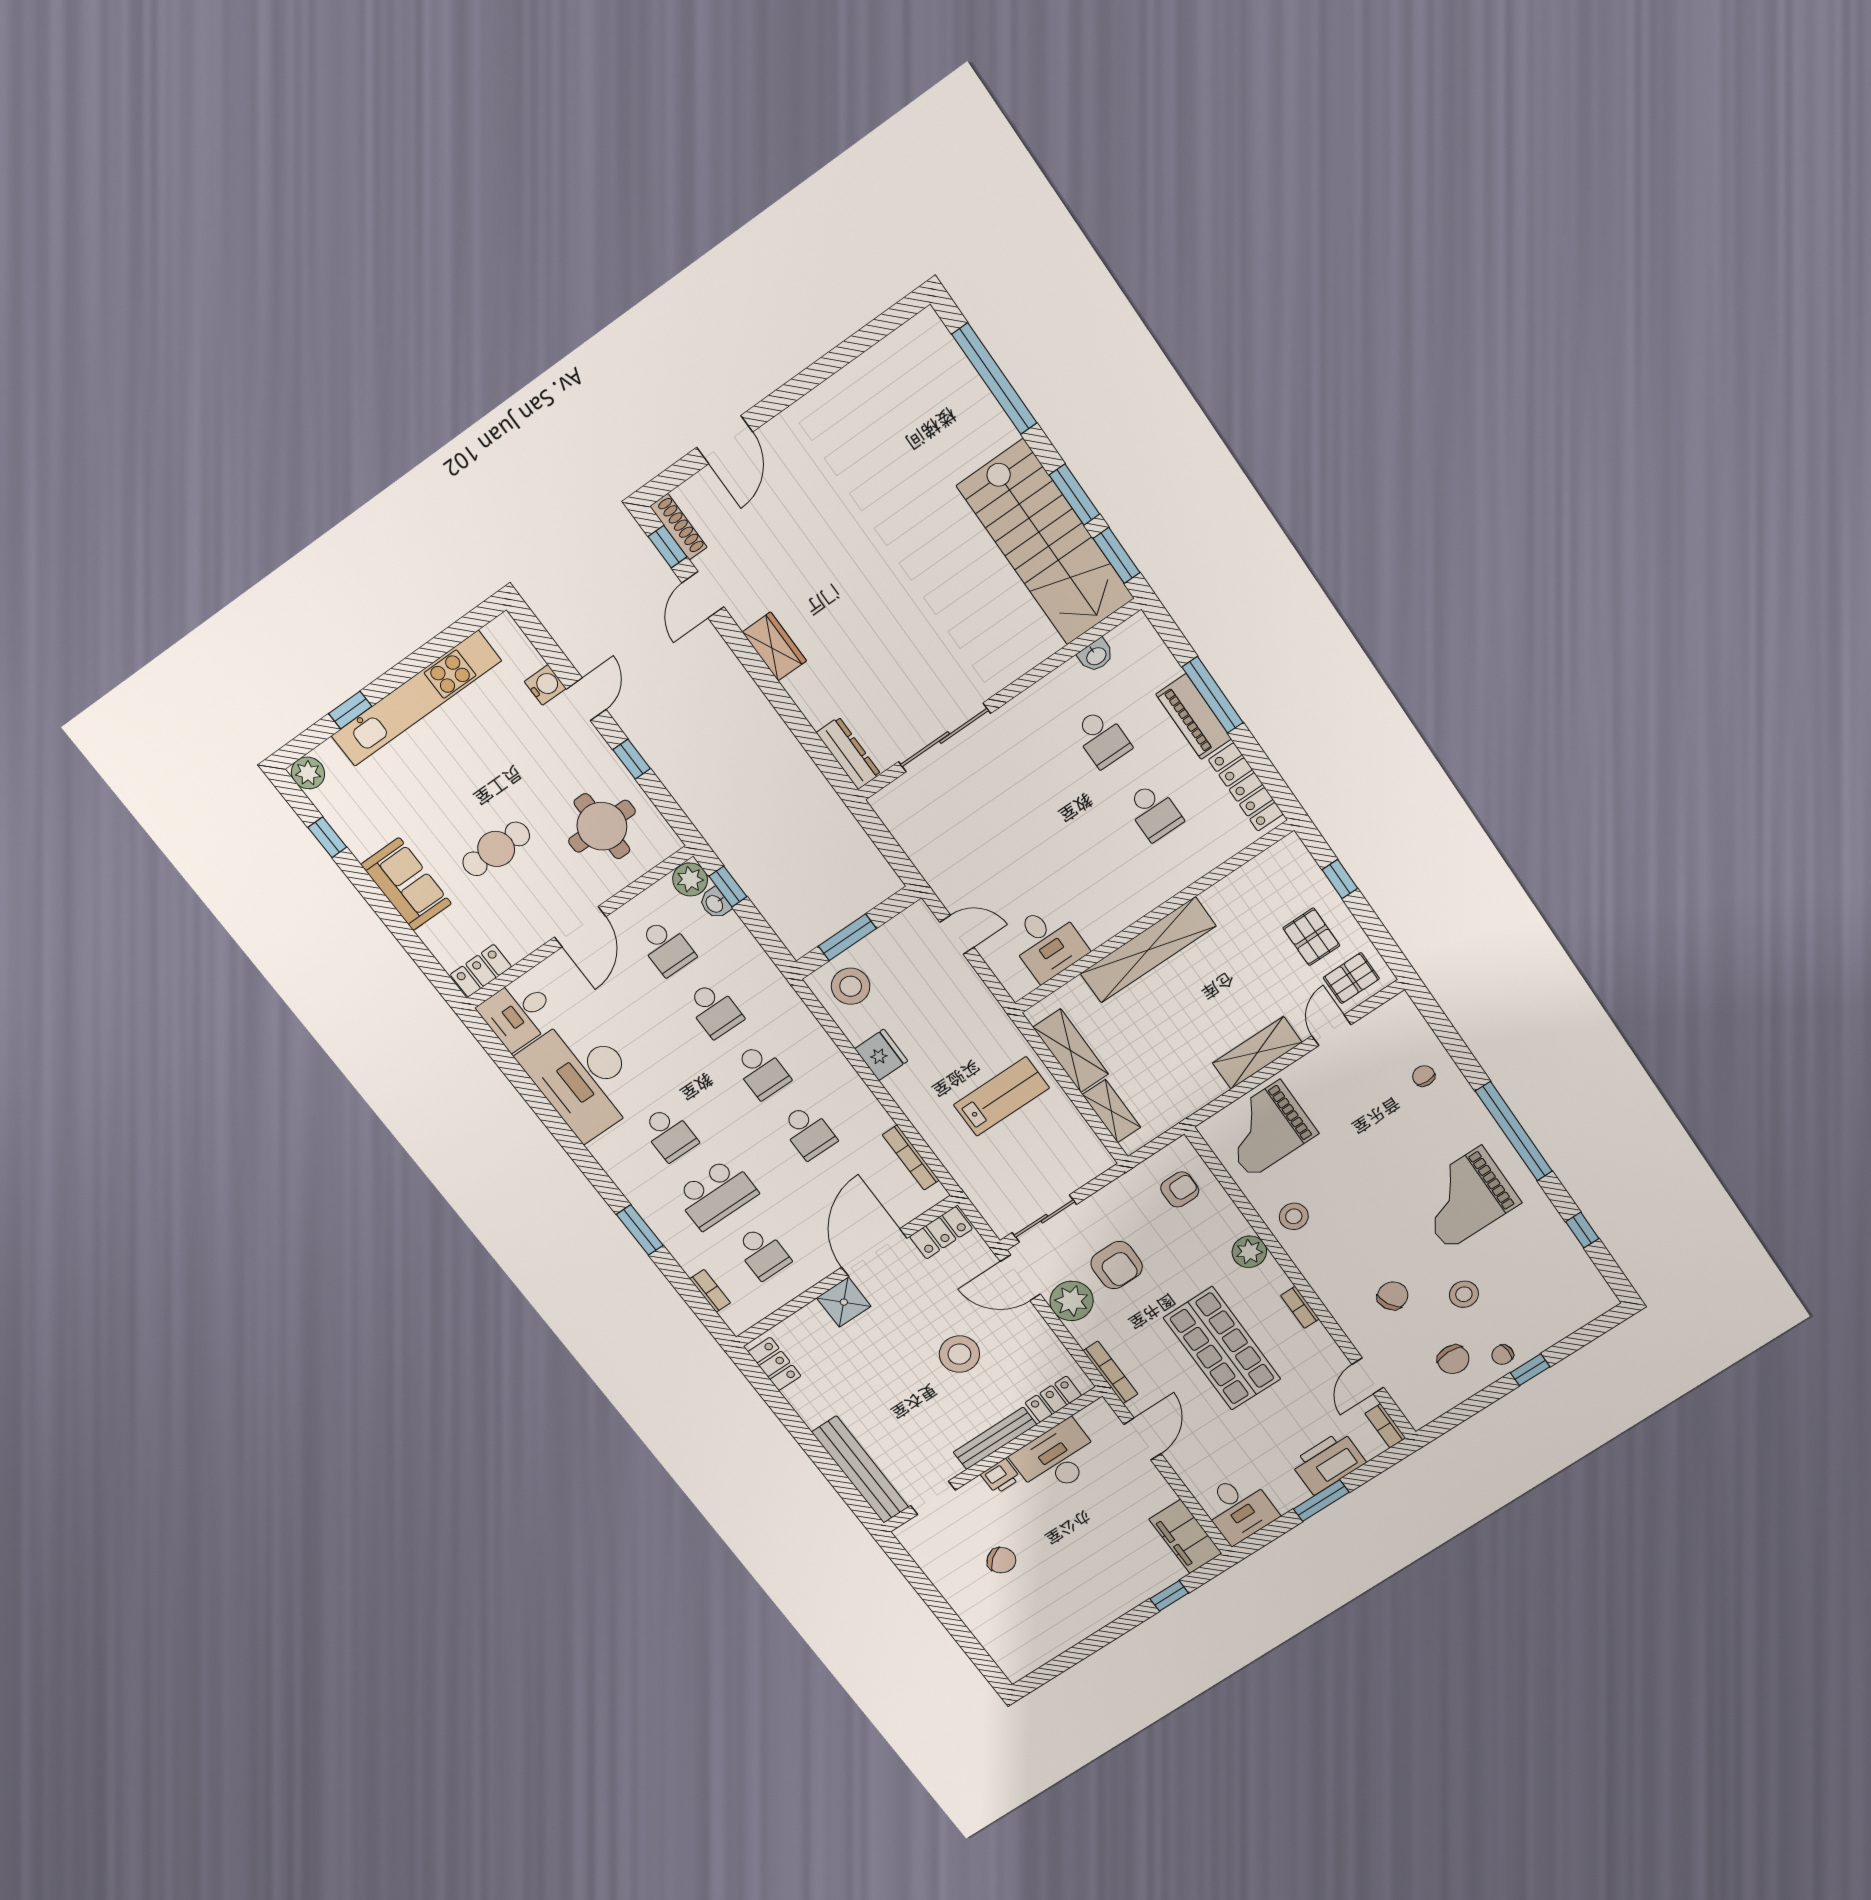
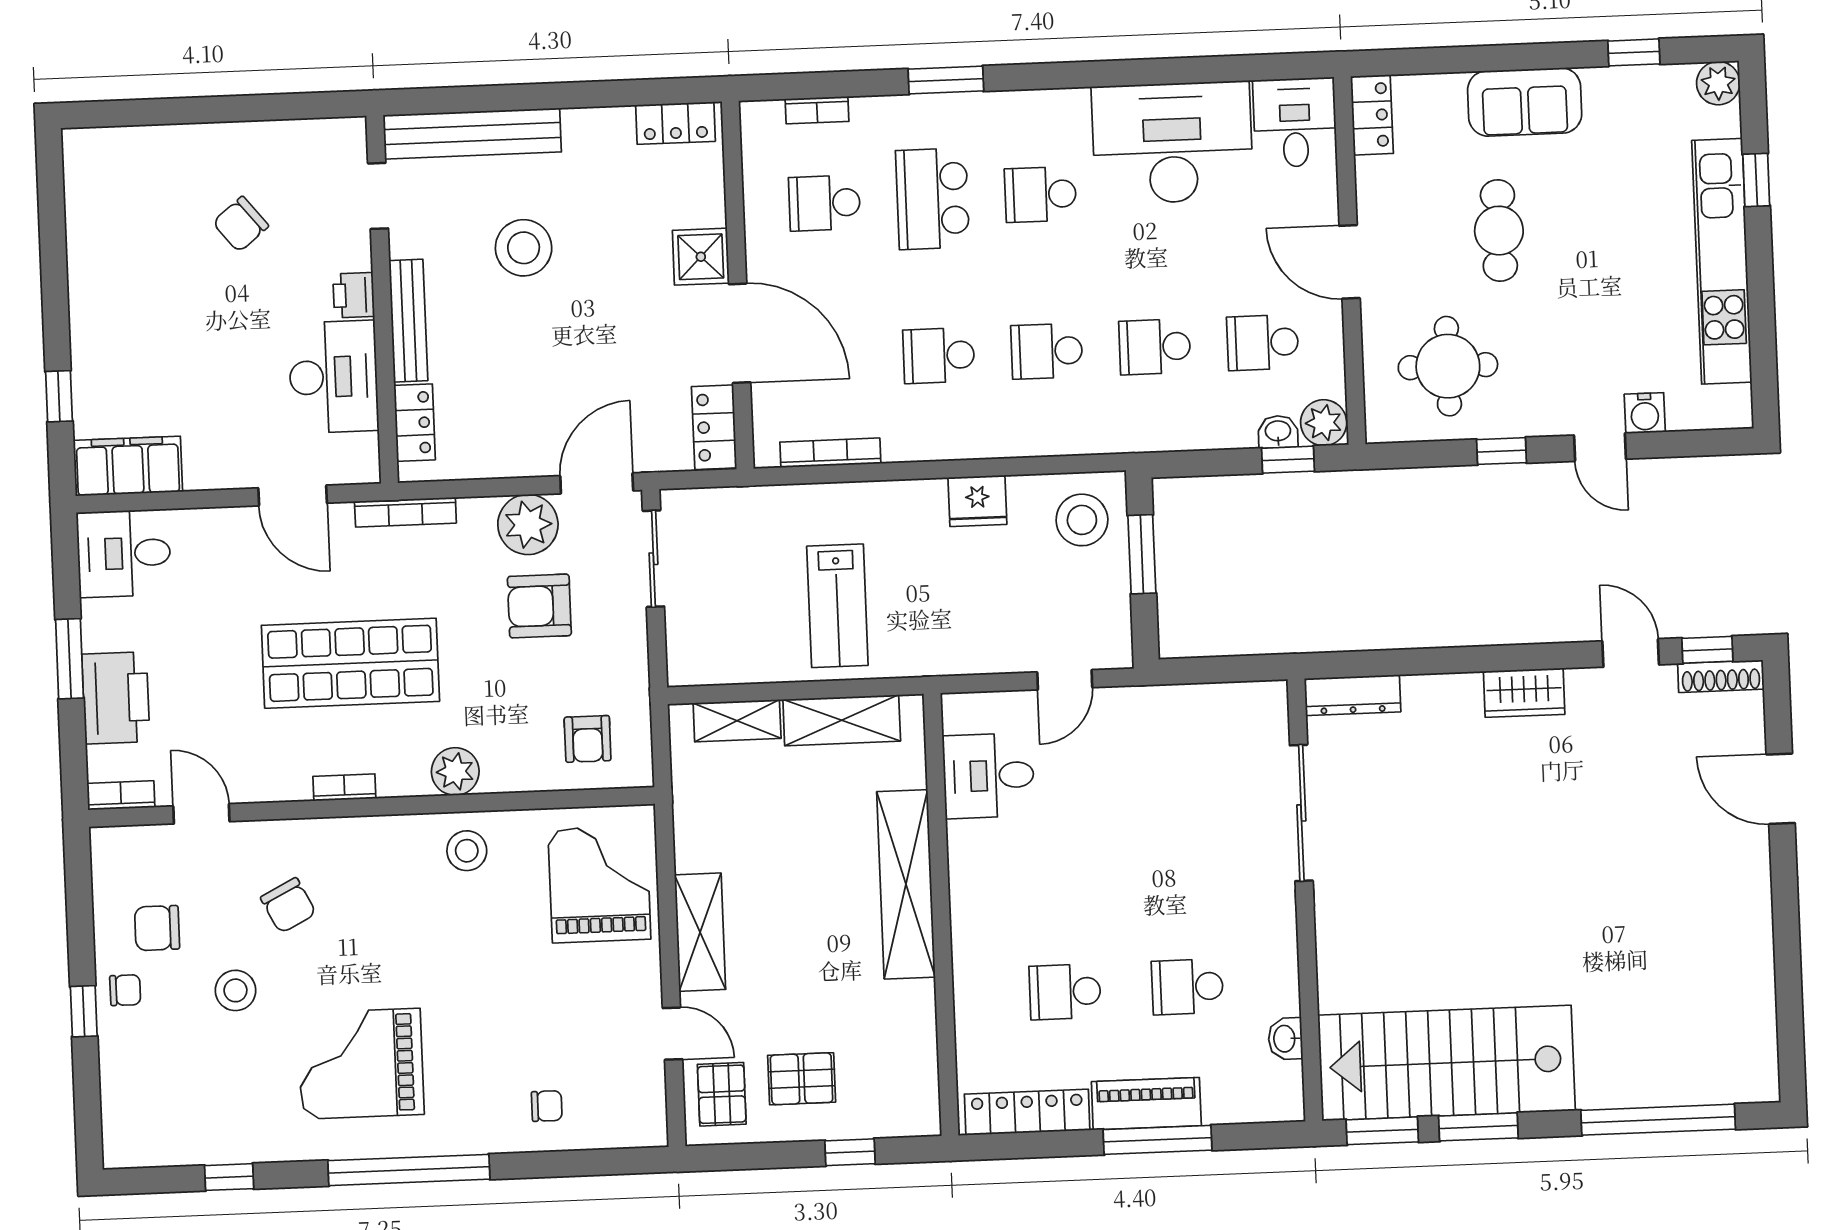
grand piano: (1465, 1198) -> (361, 1064), turned -90
stool: (959, 1354) -> (524, 248), moved
chair: (1503, 1355) -> (125, 990), turned 94

